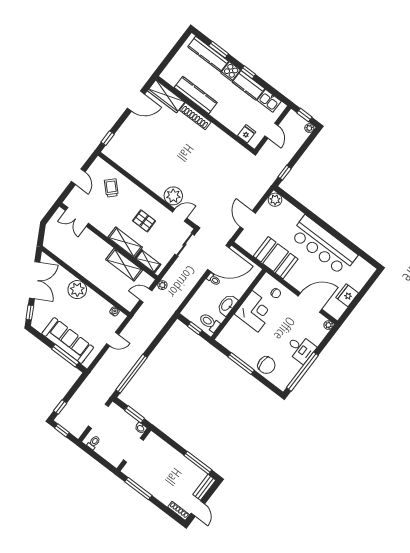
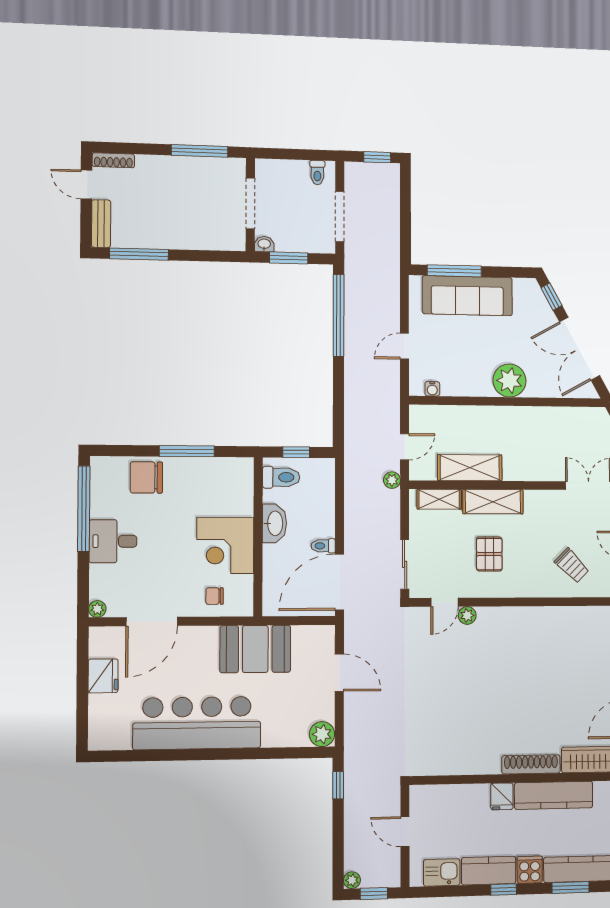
fridge: (247, 134) -> (502, 796), moved
plant: (173, 196) -> (467, 615), width x0.53, depth x0.53
pallet: (144, 221) -> (489, 554), turned 90
window: (60, 407) -> (405, 190), removed

